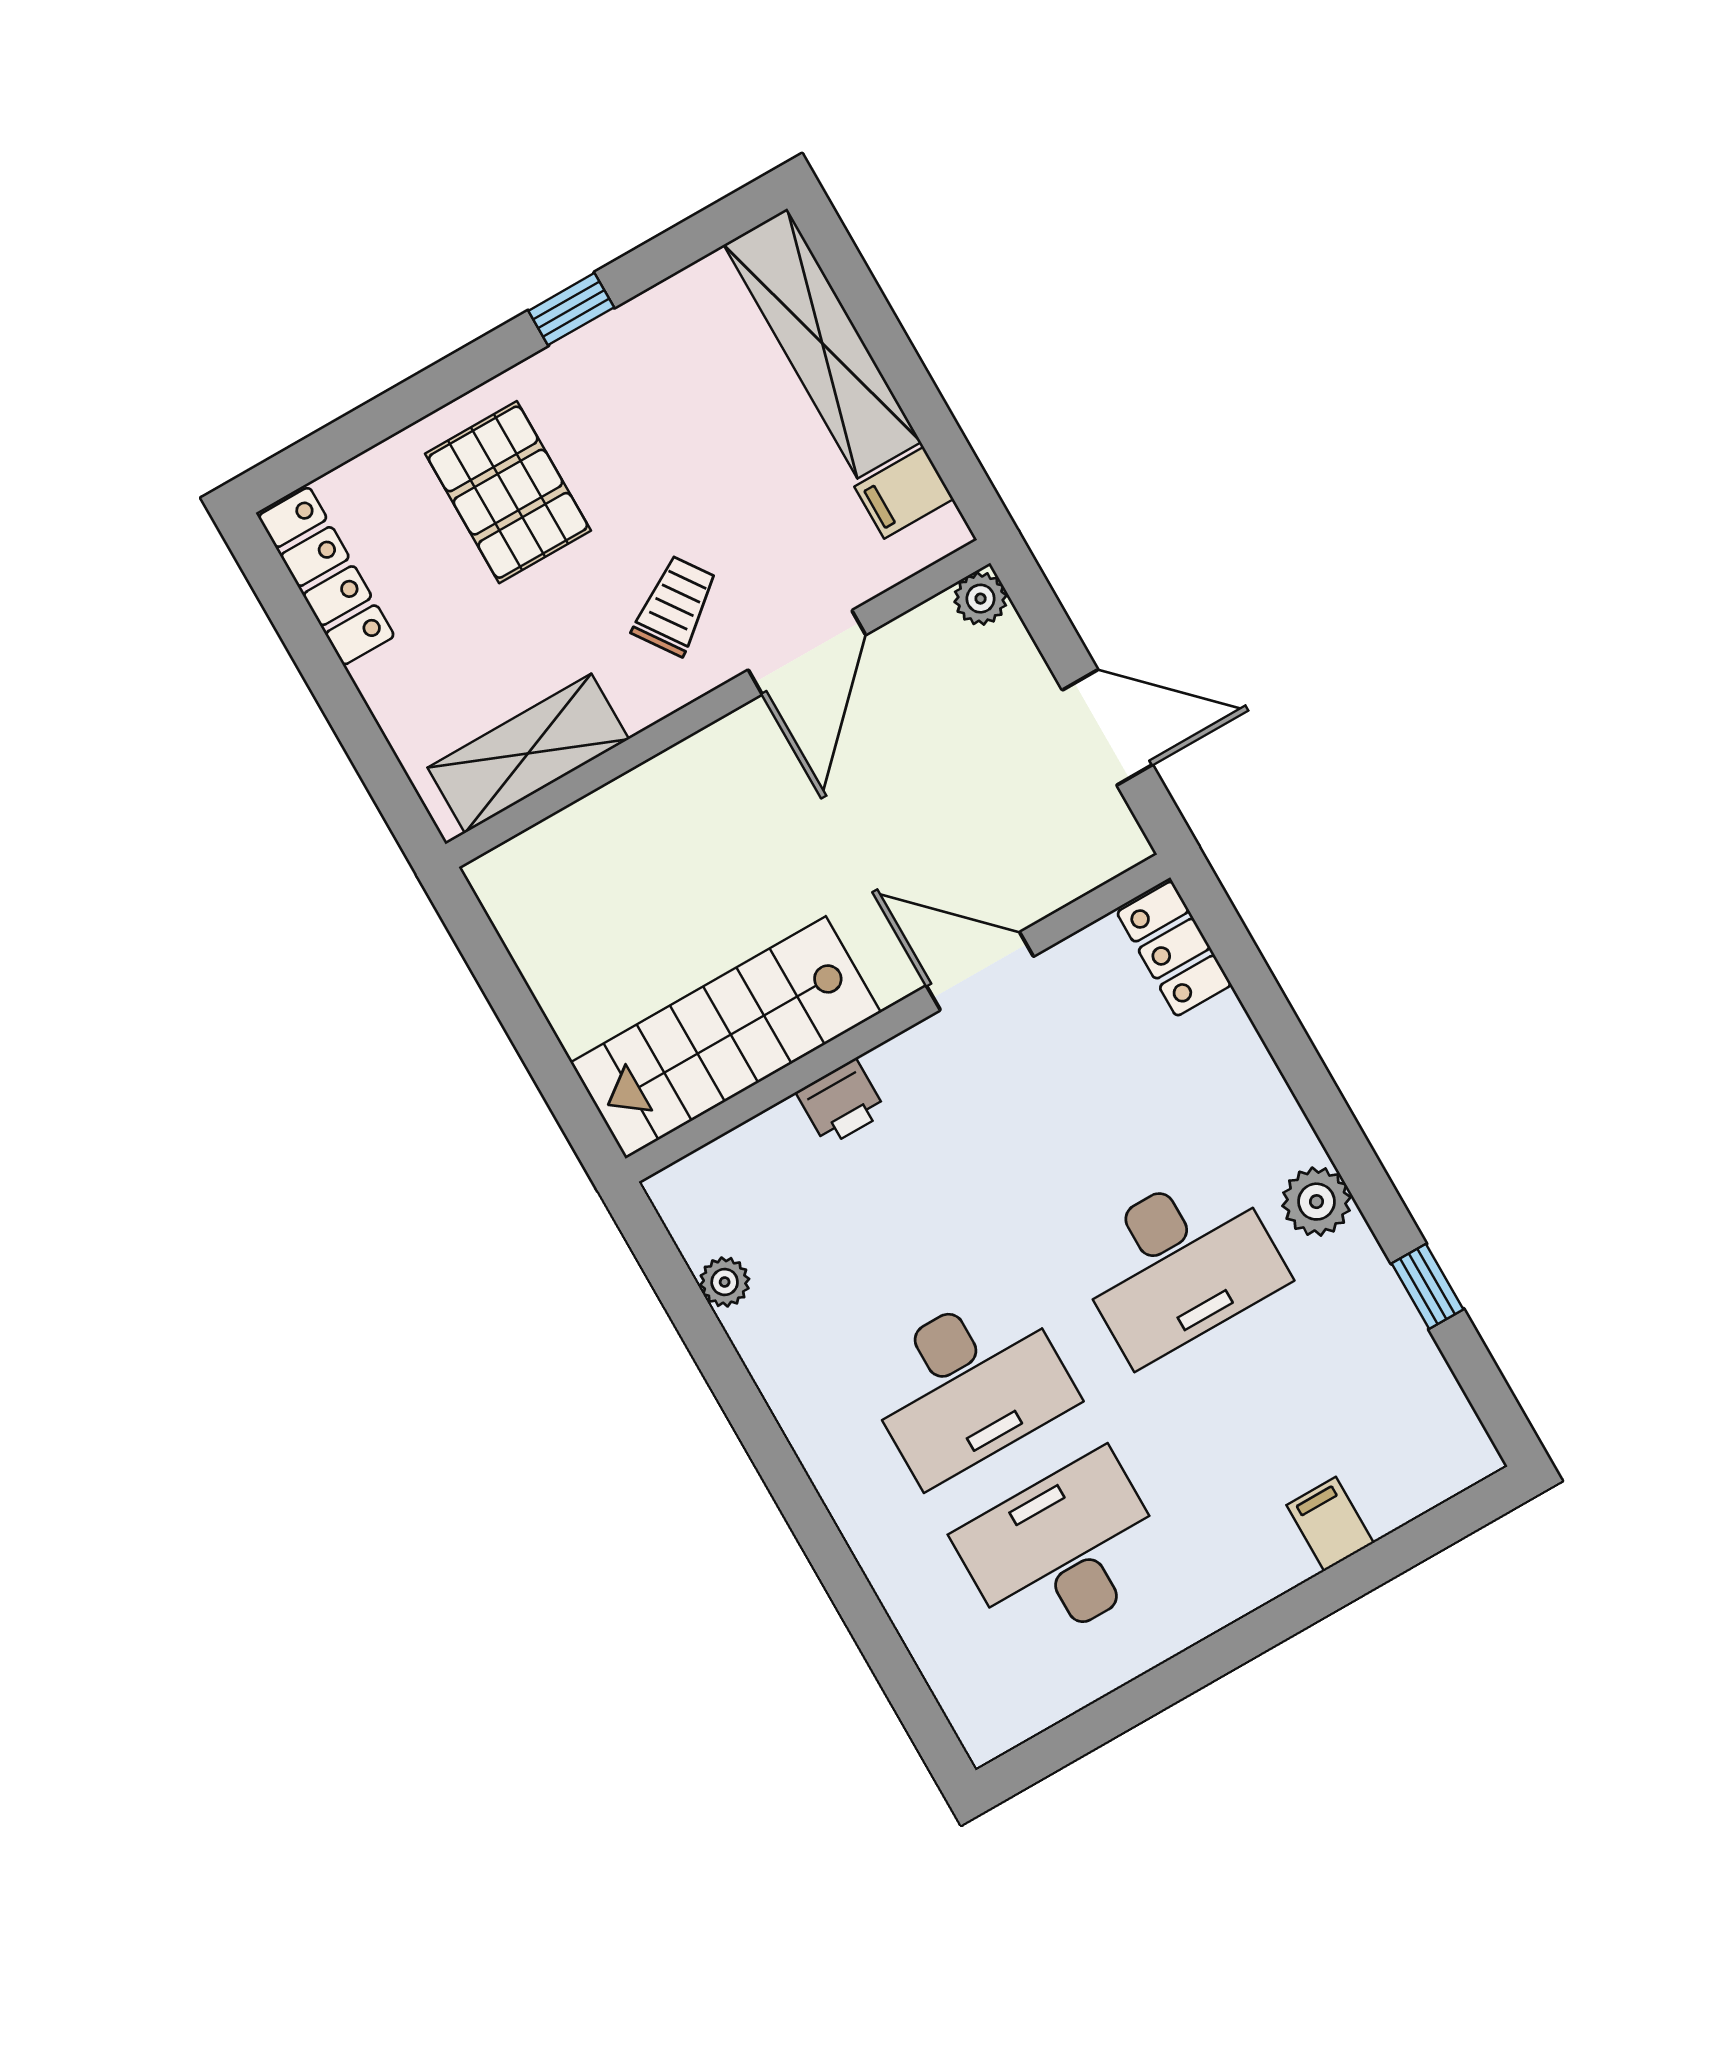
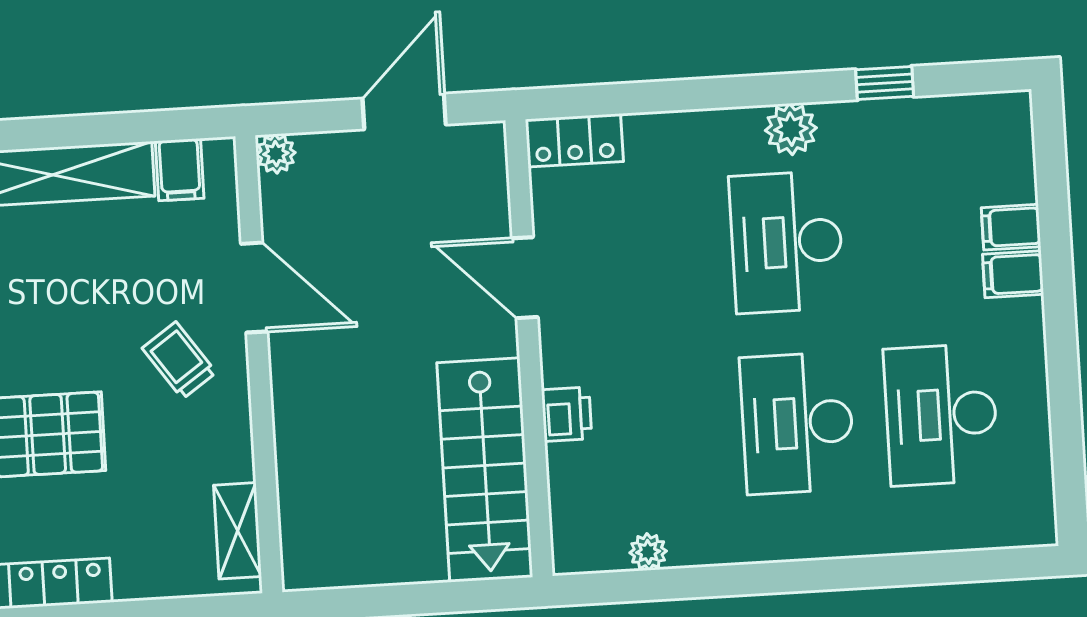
shelving: (528, 753) -> (238, 531), width x0.67, depth x0.75
door: (980, 971) -> (525, 278), hinge flipped
desk: (1179, 1264) -> (787, 242), turned 180
desk: (968, 1384) -> (797, 423), turned 180
filing cabinet: (1275, 1554) -> (1013, 274), added

